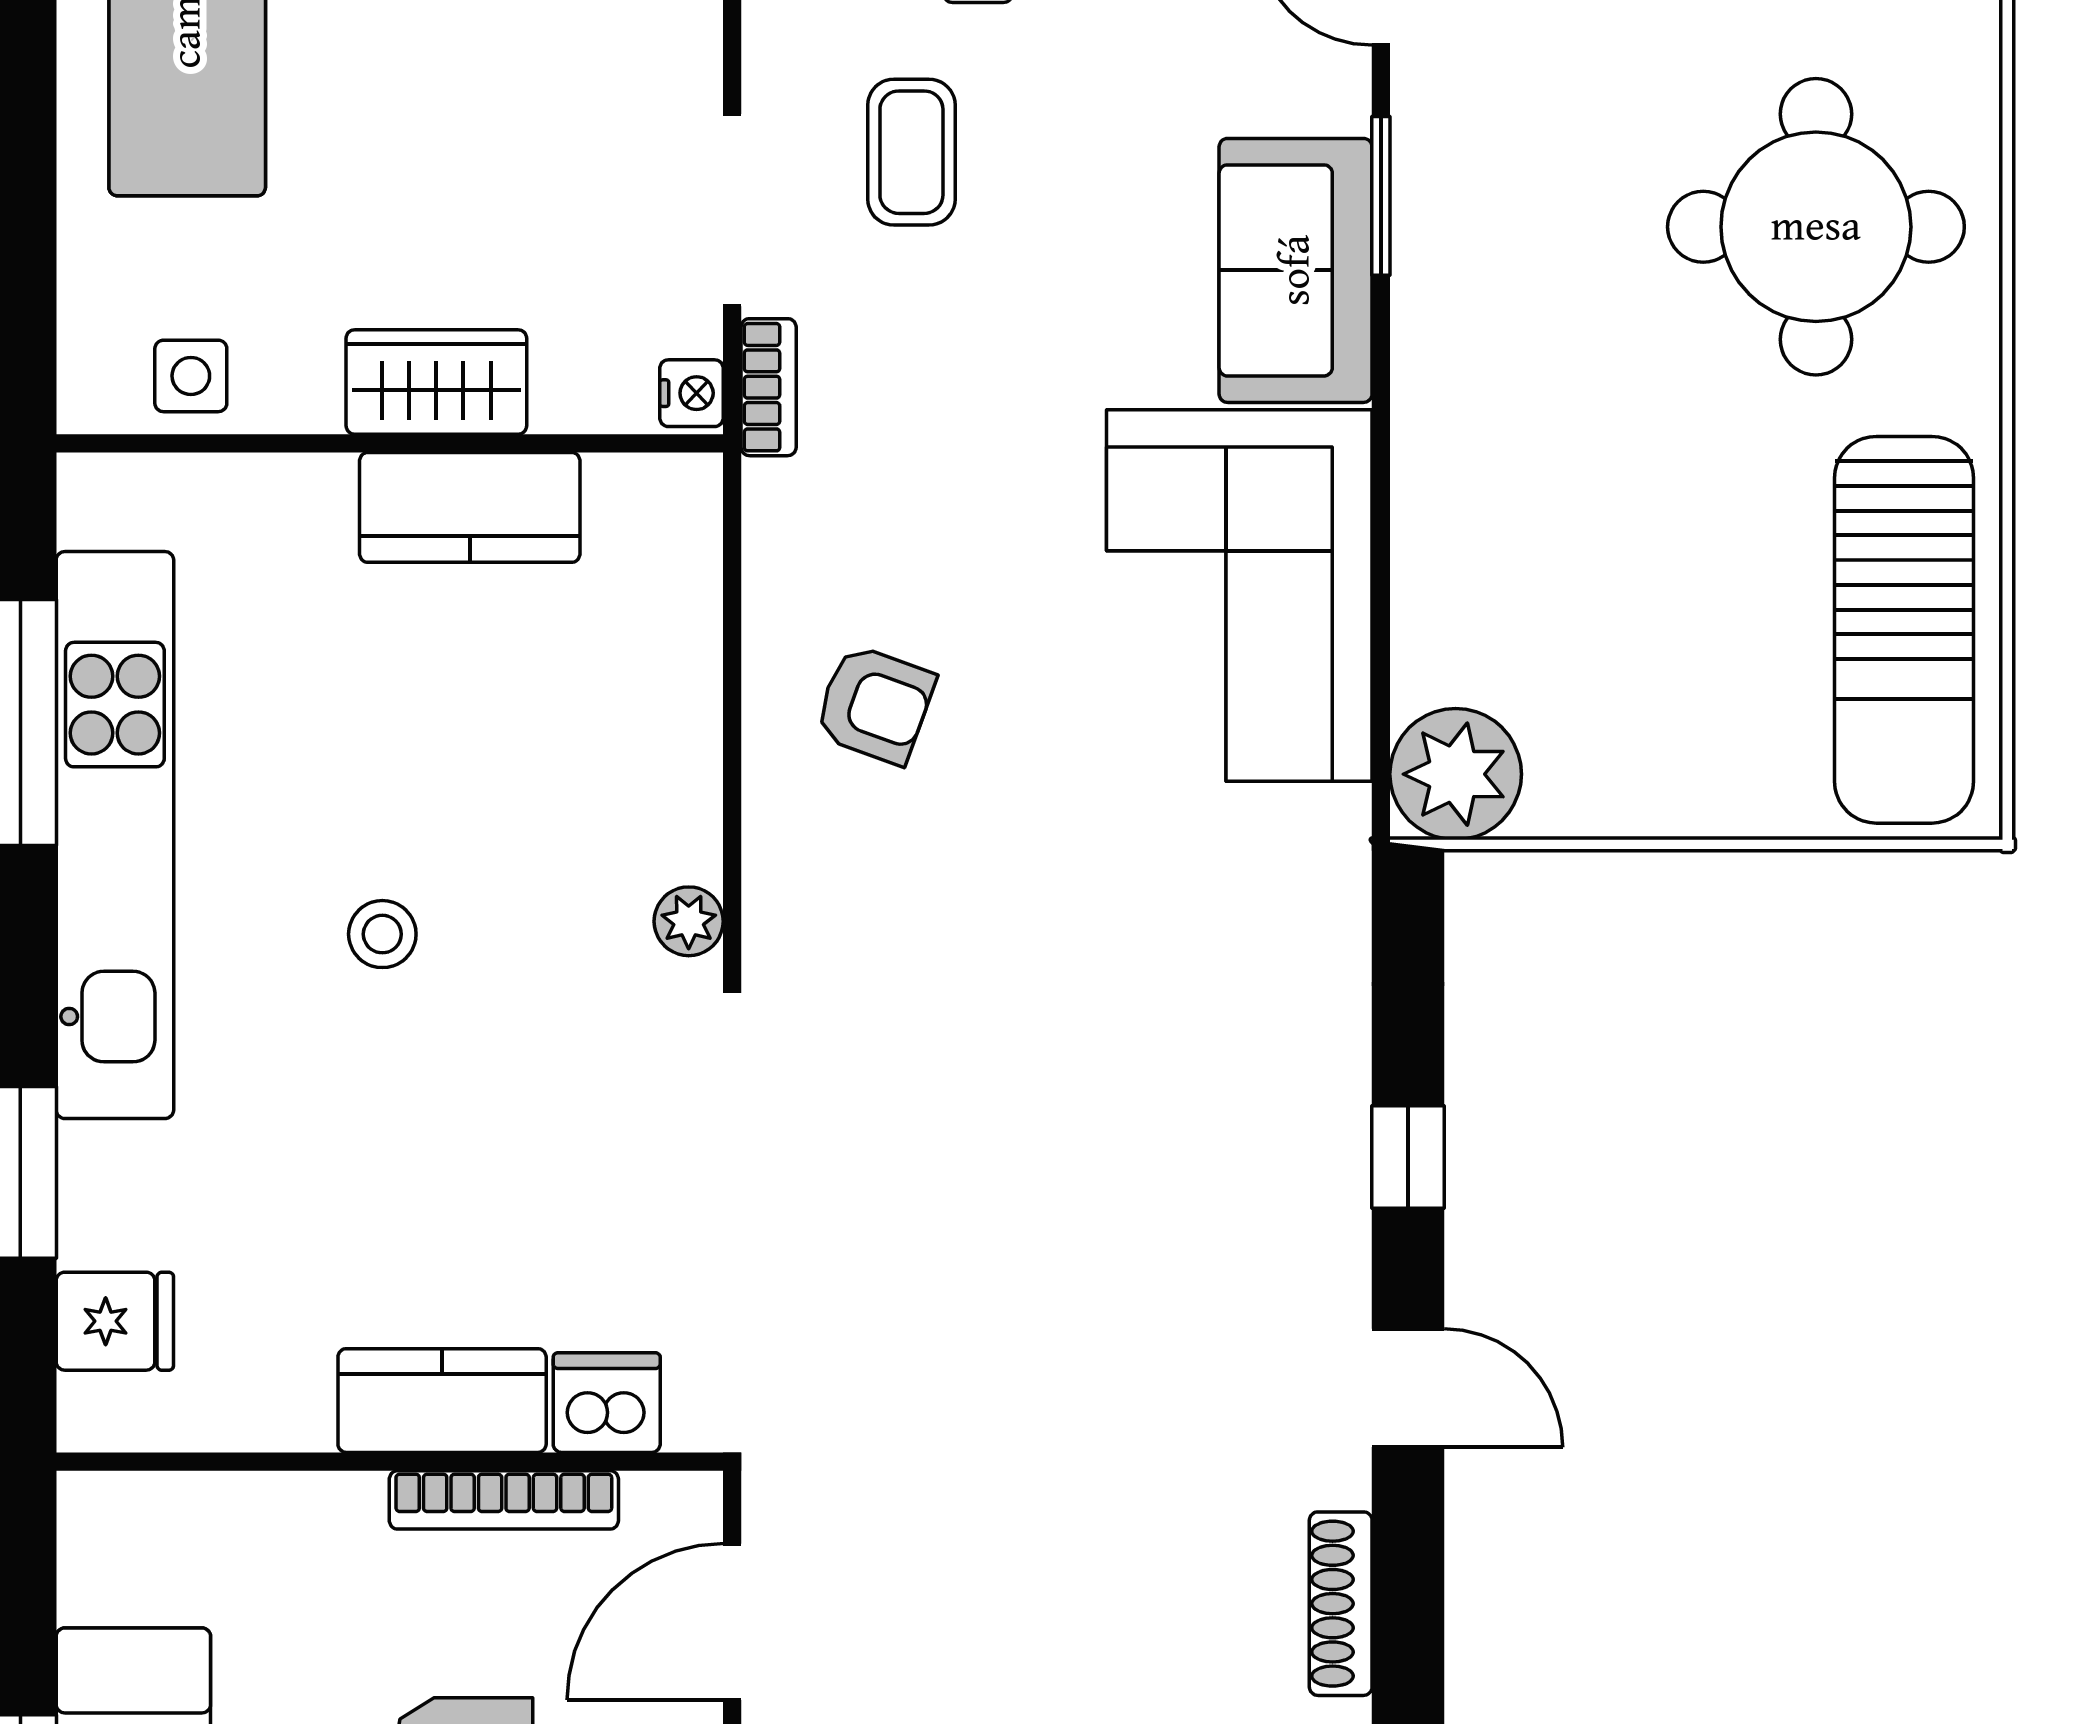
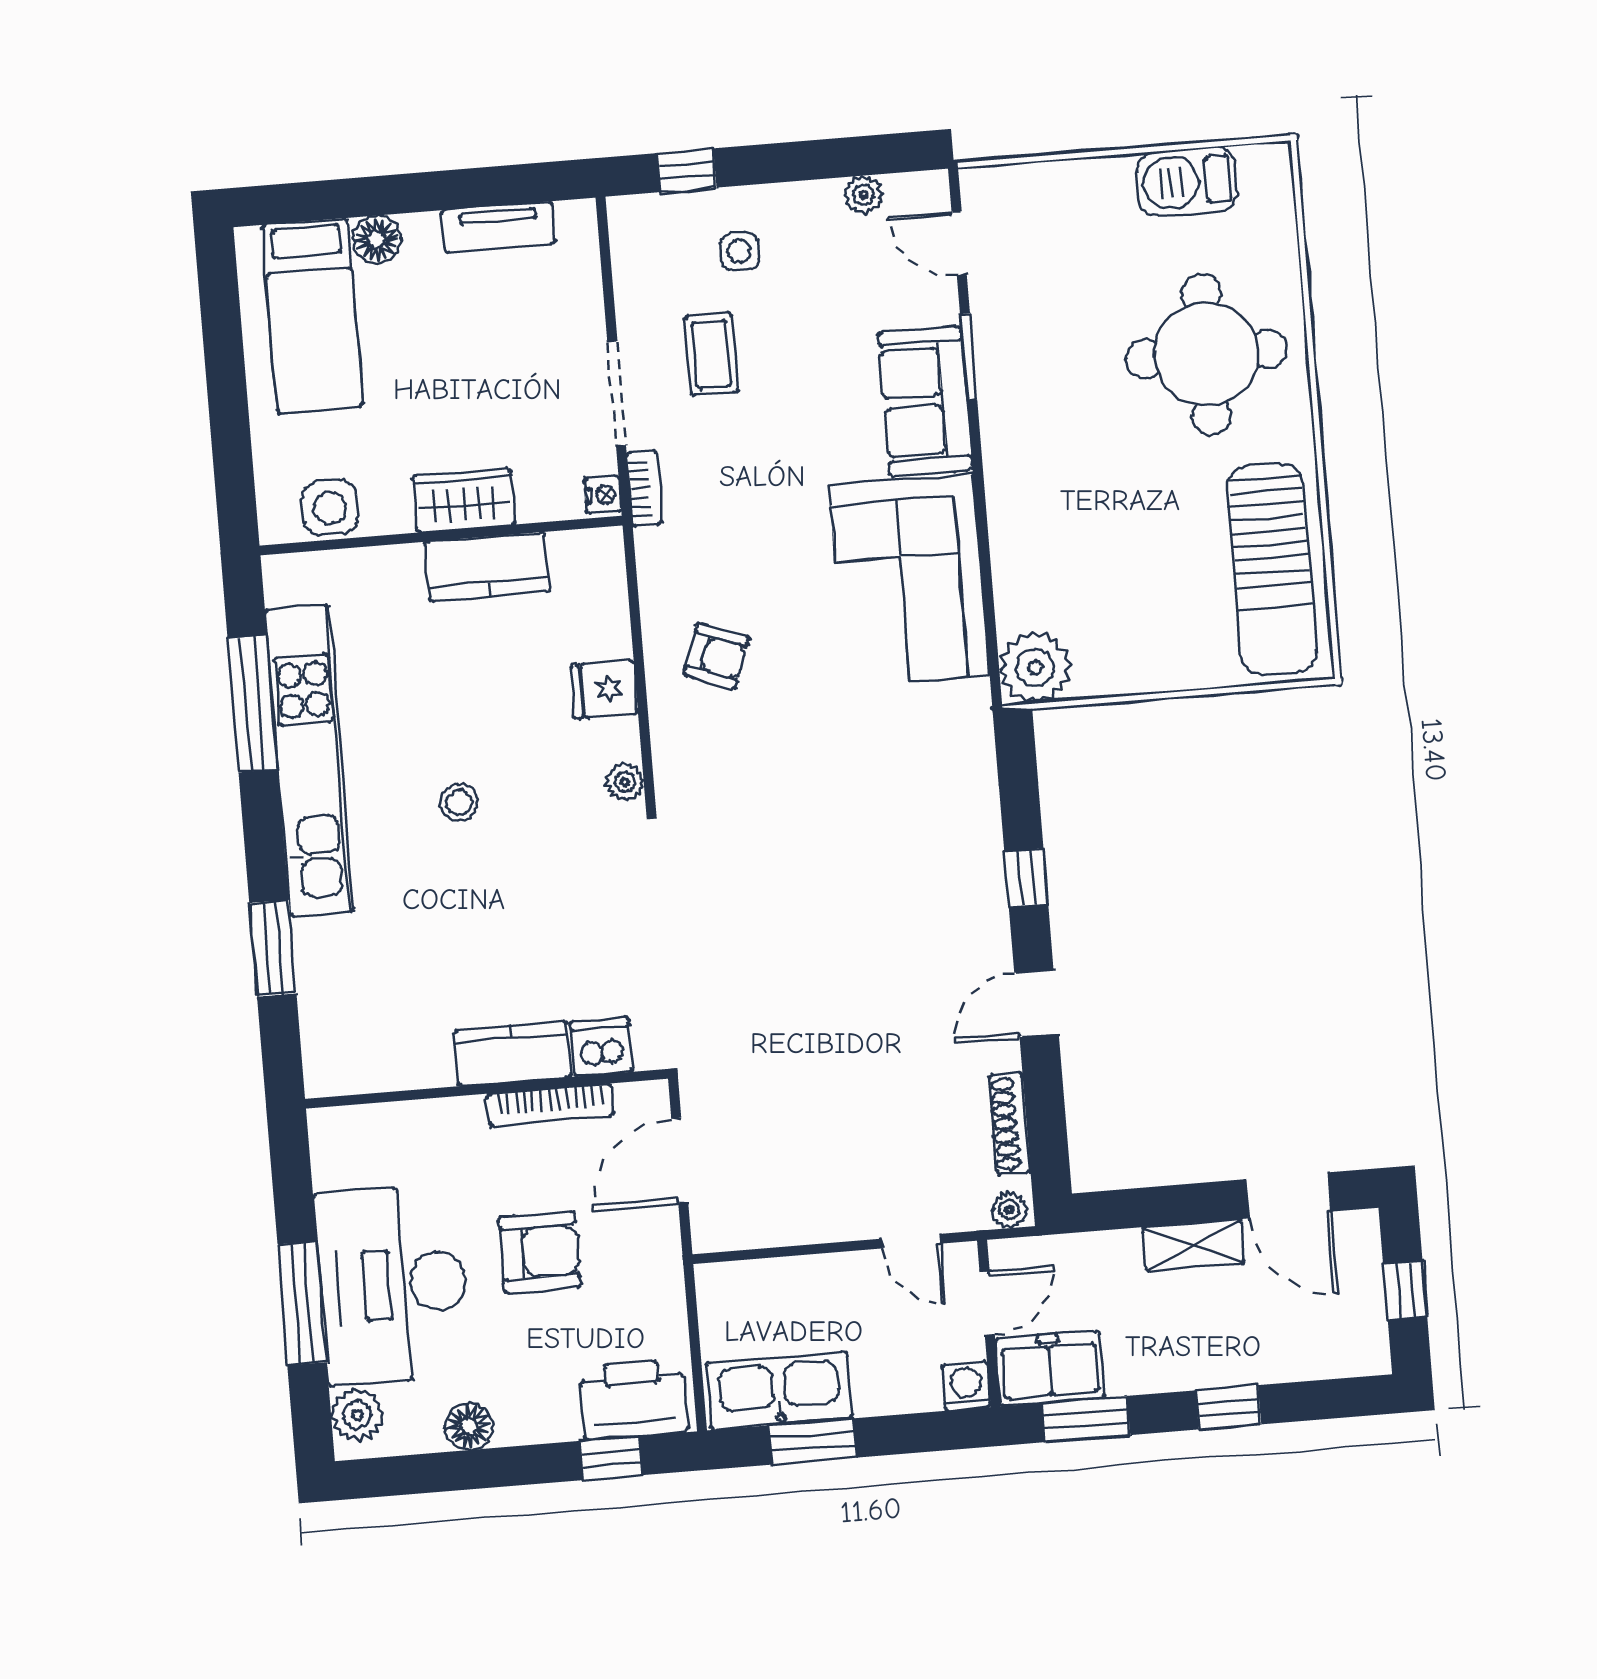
side table: (191, 376) -> (330, 508), width x1.37, depth x1.37
fridge: (115, 1321) -> (604, 689), moved, turned 180
door: (1408, 1388) -> (1037, 1003), swing flipped

